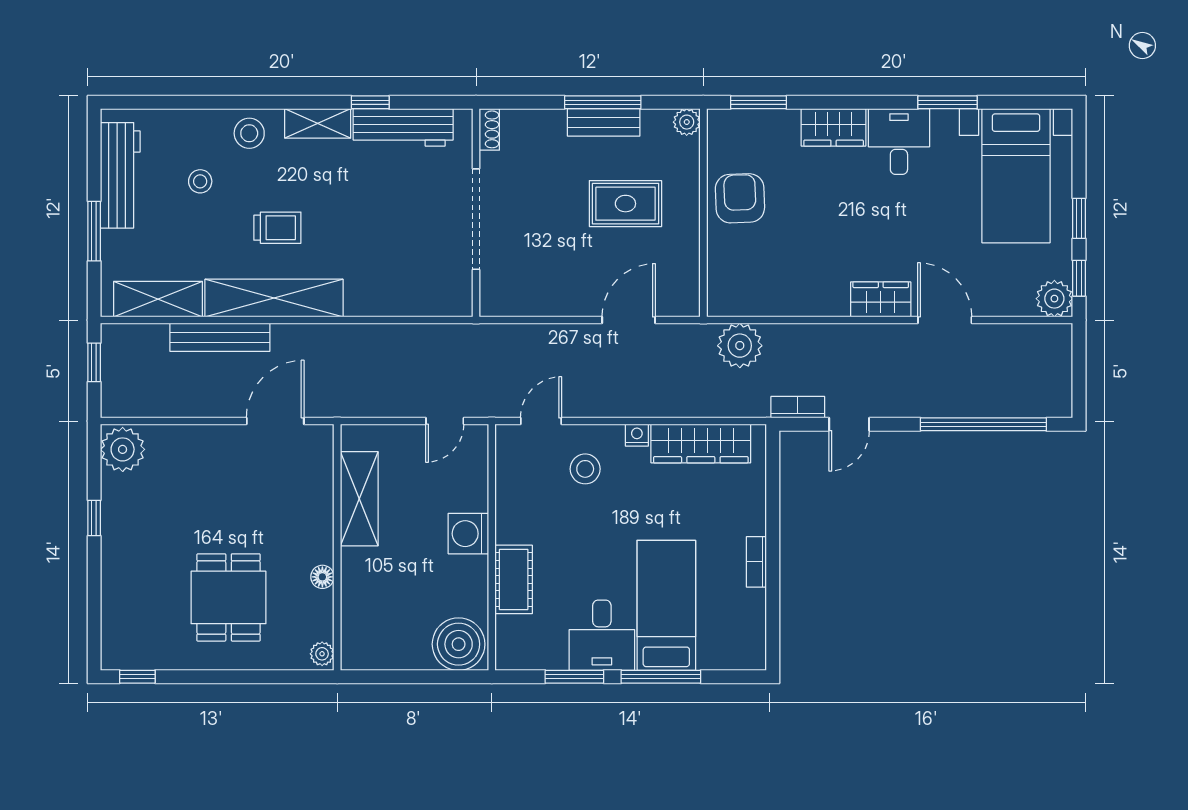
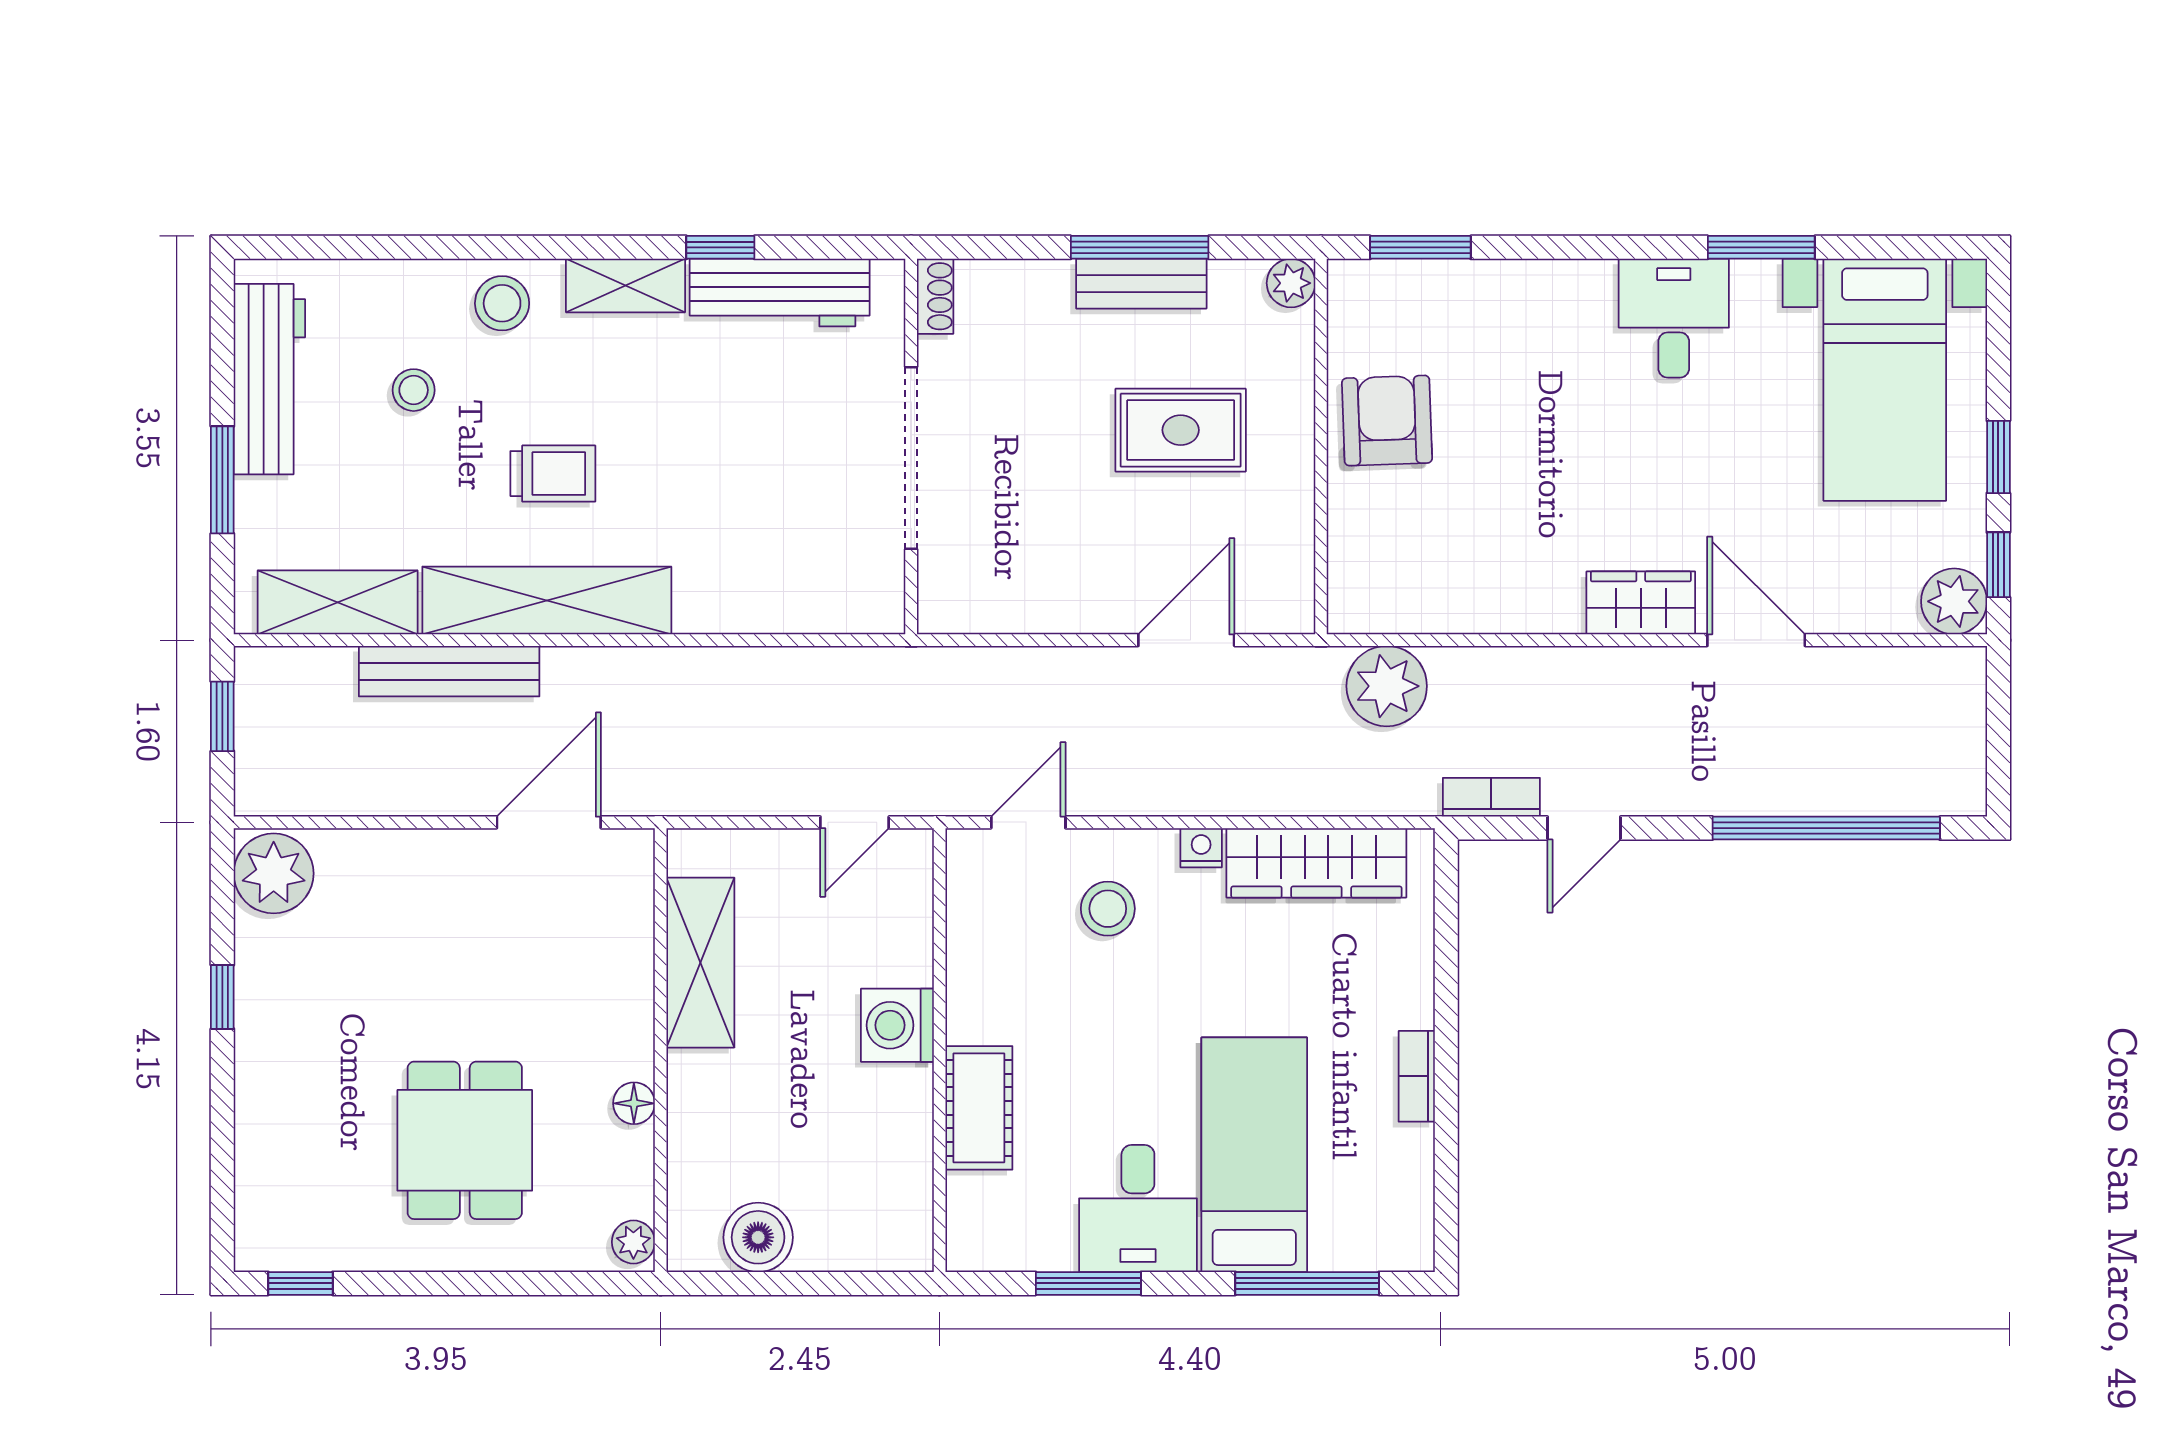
wardrobe: (834, 127) -> (1556, 293), removed
boiler: (459, 644) -> (758, 1237), moved, width x0.73, depth x0.73
window: (661, 677) -> (1307, 1283), moved

